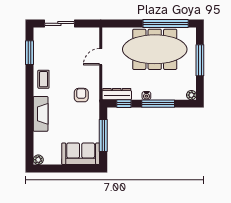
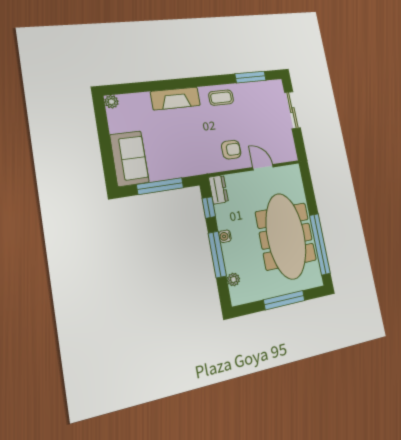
dresser: (117, 94) -> (218, 190), width x0.70
armchair: (81, 95) -> (231, 150), moved
plant: (191, 95) -> (233, 280), moved

